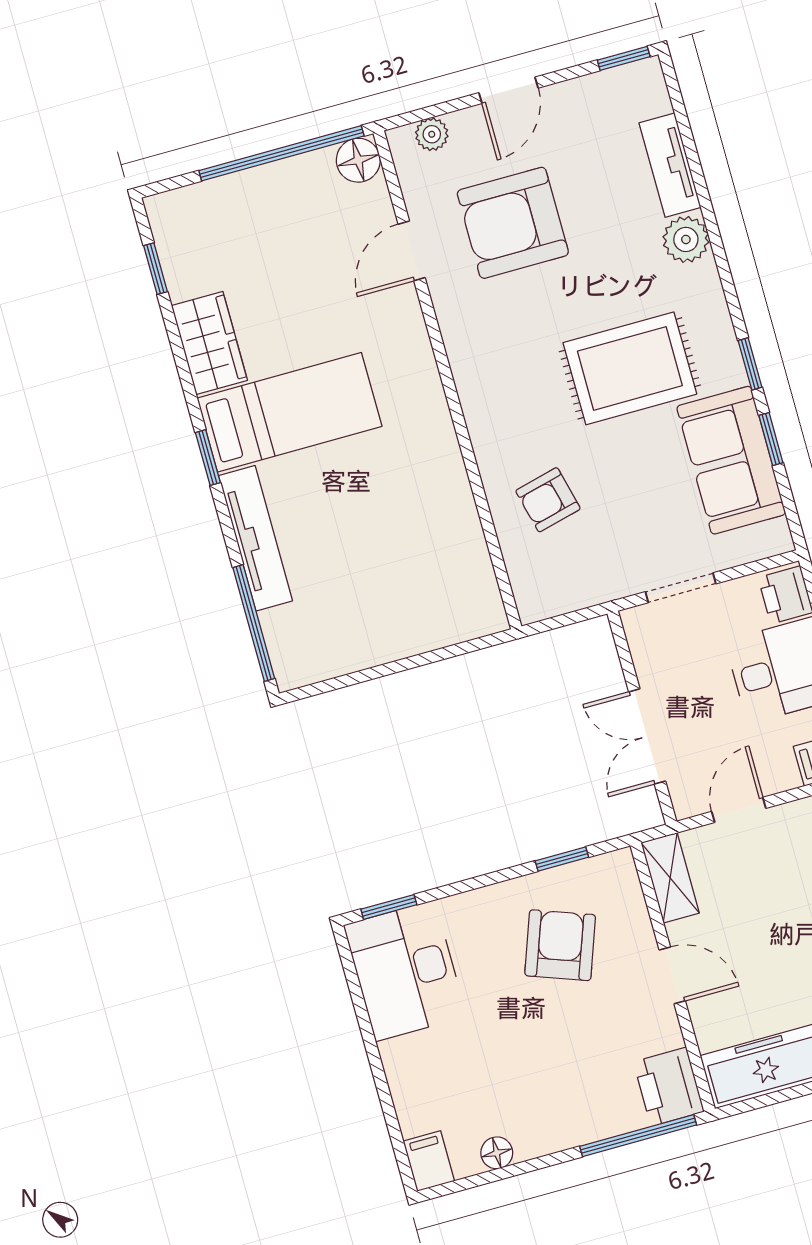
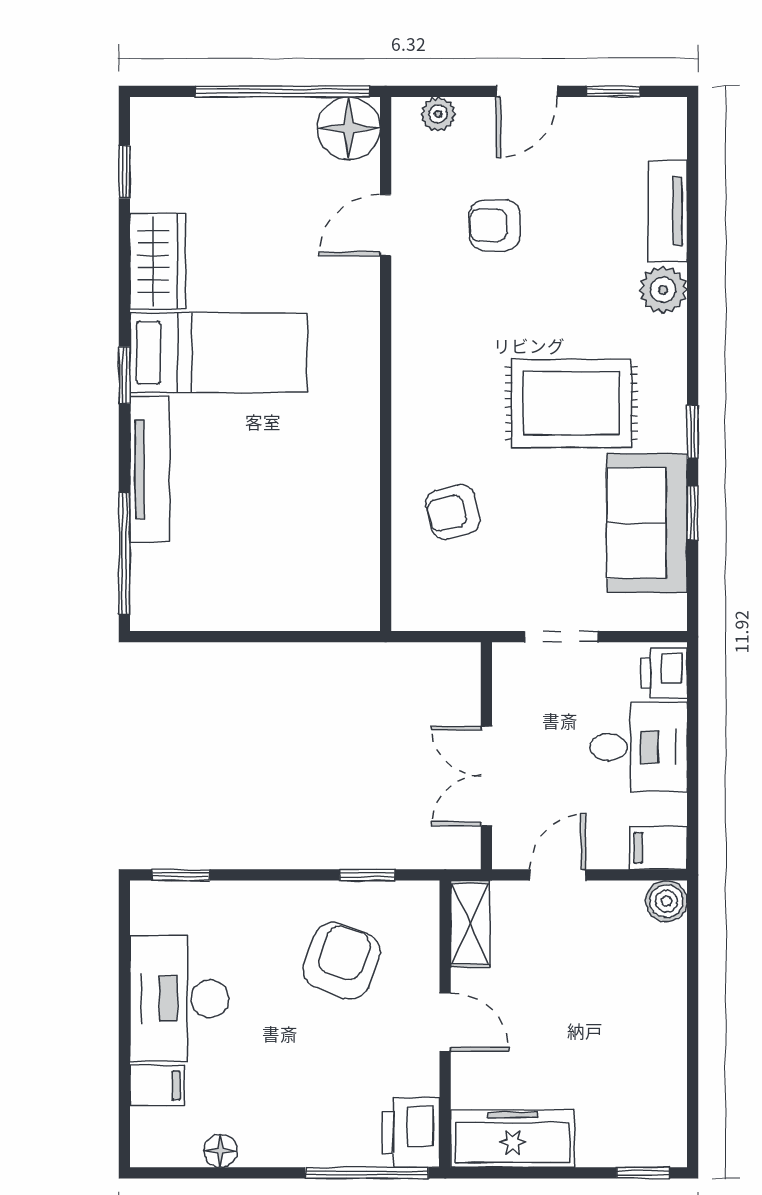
window: (624, 58) -> (613, 91), moved
floor lamp: (358, 160) -> (349, 128), width x1.38, depth x1.38
armchair: (513, 223) -> (495, 225), width x0.53, depth x0.53
desk: (405, 971) -> (179, 999), moved
filing cabinet: (429, 1161) -> (157, 1085), moved, turned 90

